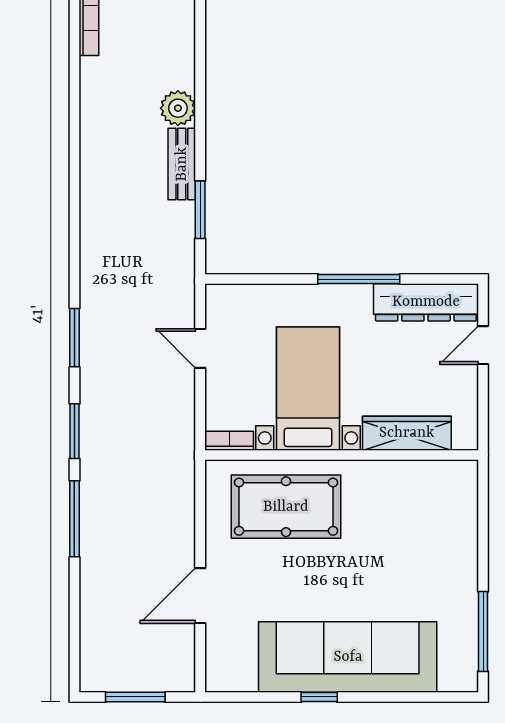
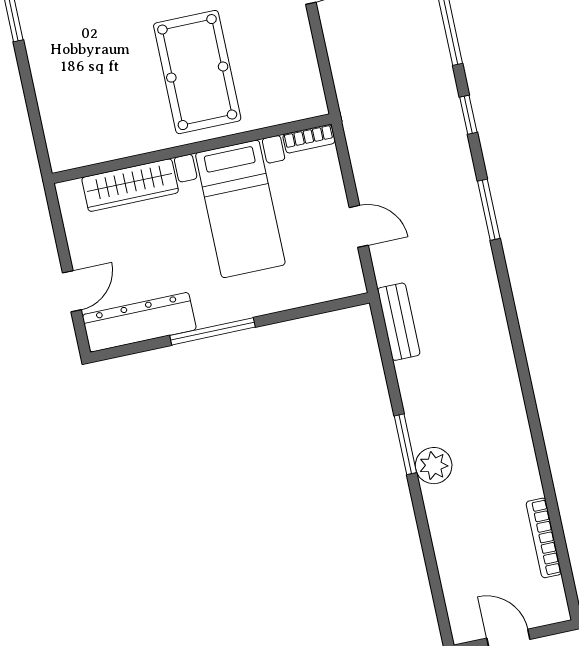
bench: (182, 164) -> (399, 322), moved
window: (200, 210) -> (405, 444), moved
window: (74, 431) -> (468, 115), width x0.67
pool table: (286, 507) -> (197, 72), moved, turned 90

